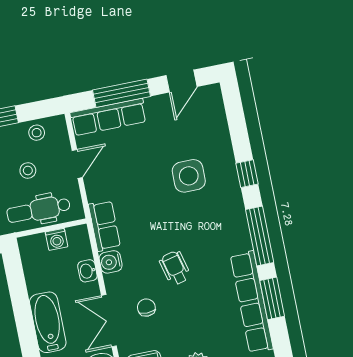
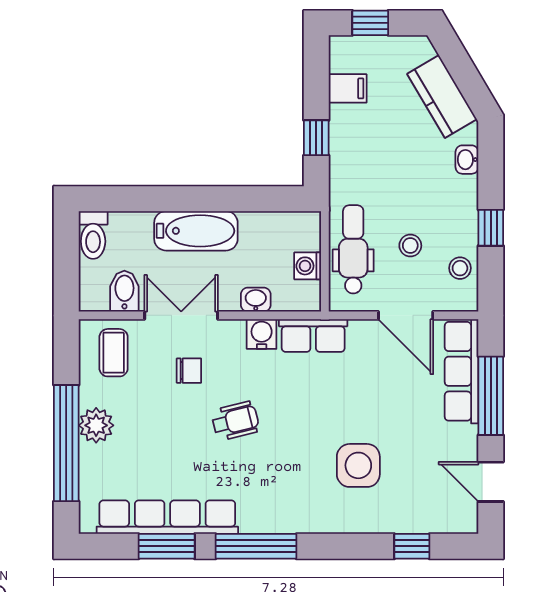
door: (77, 164) -> (406, 315), width x1.38
window: (247, 174) -> (412, 546), moved

